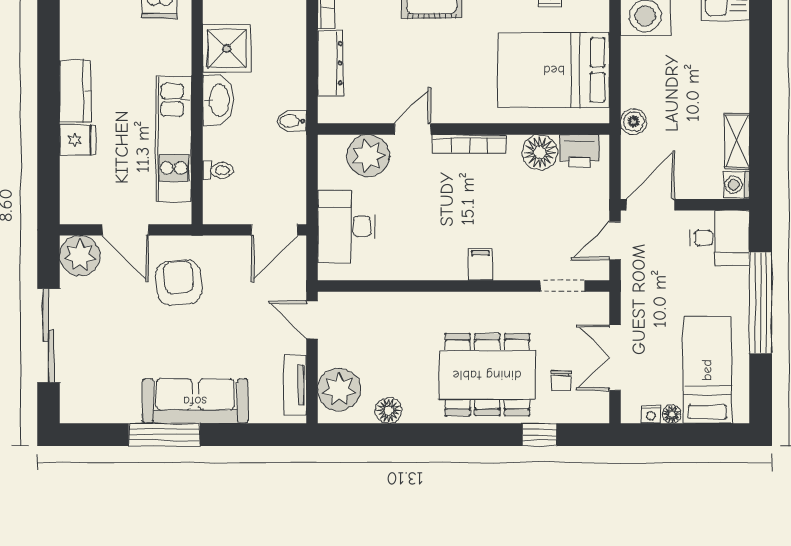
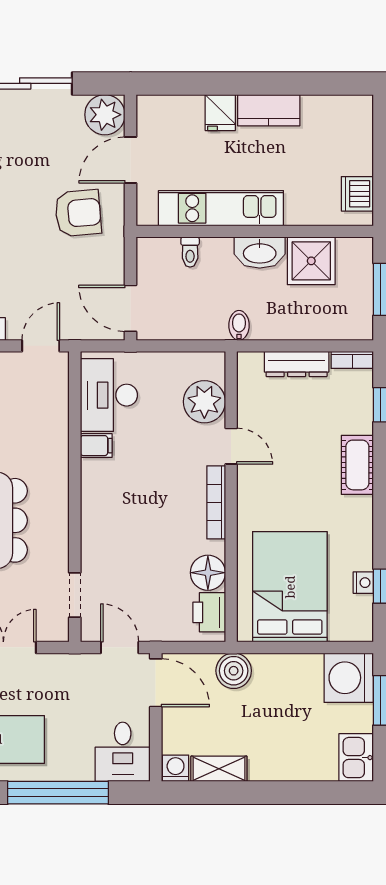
boiler: (634, 122) -> (234, 671), width x1.36, depth x1.36
desk: (346, 226) -> (109, 395), moved, turned -90
filing cabinet: (480, 264) -> (96, 446), moved

